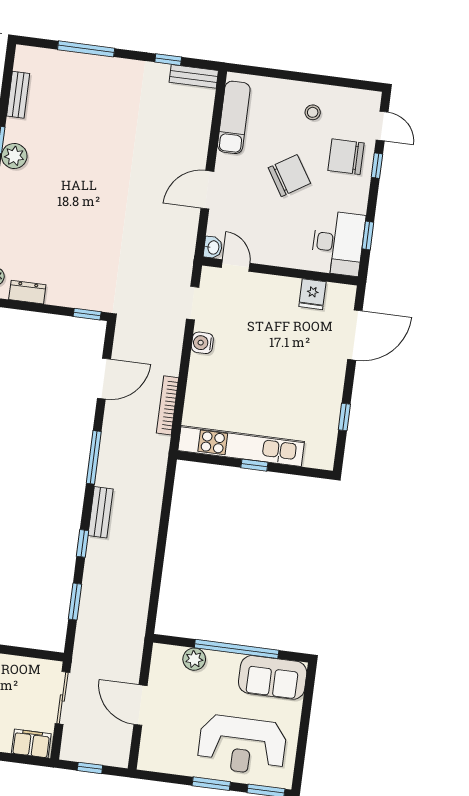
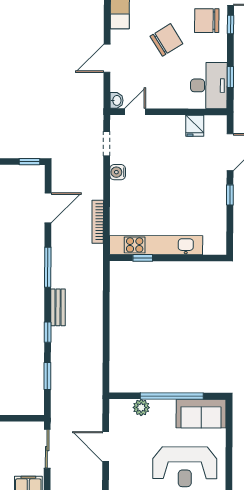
door: (236, 265) -> (135, 112), hinge flipped
window: (344, 417) -> (230, 195), moved
window: (254, 465) -> (143, 258), moved

